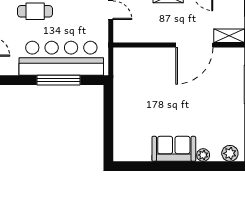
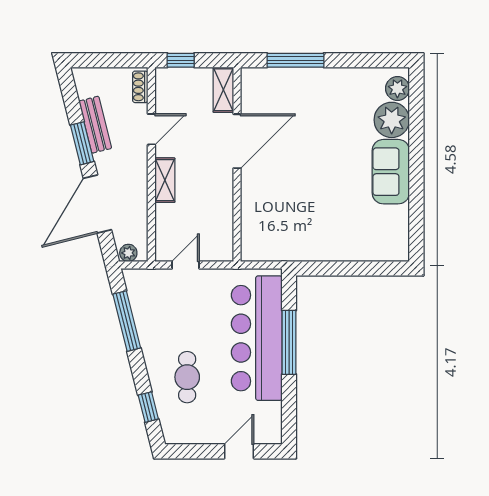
door: (194, 45) -> (237, 141), hinge flipped
plant: (203, 155) -> (392, 120), width x1.87, depth x1.87

